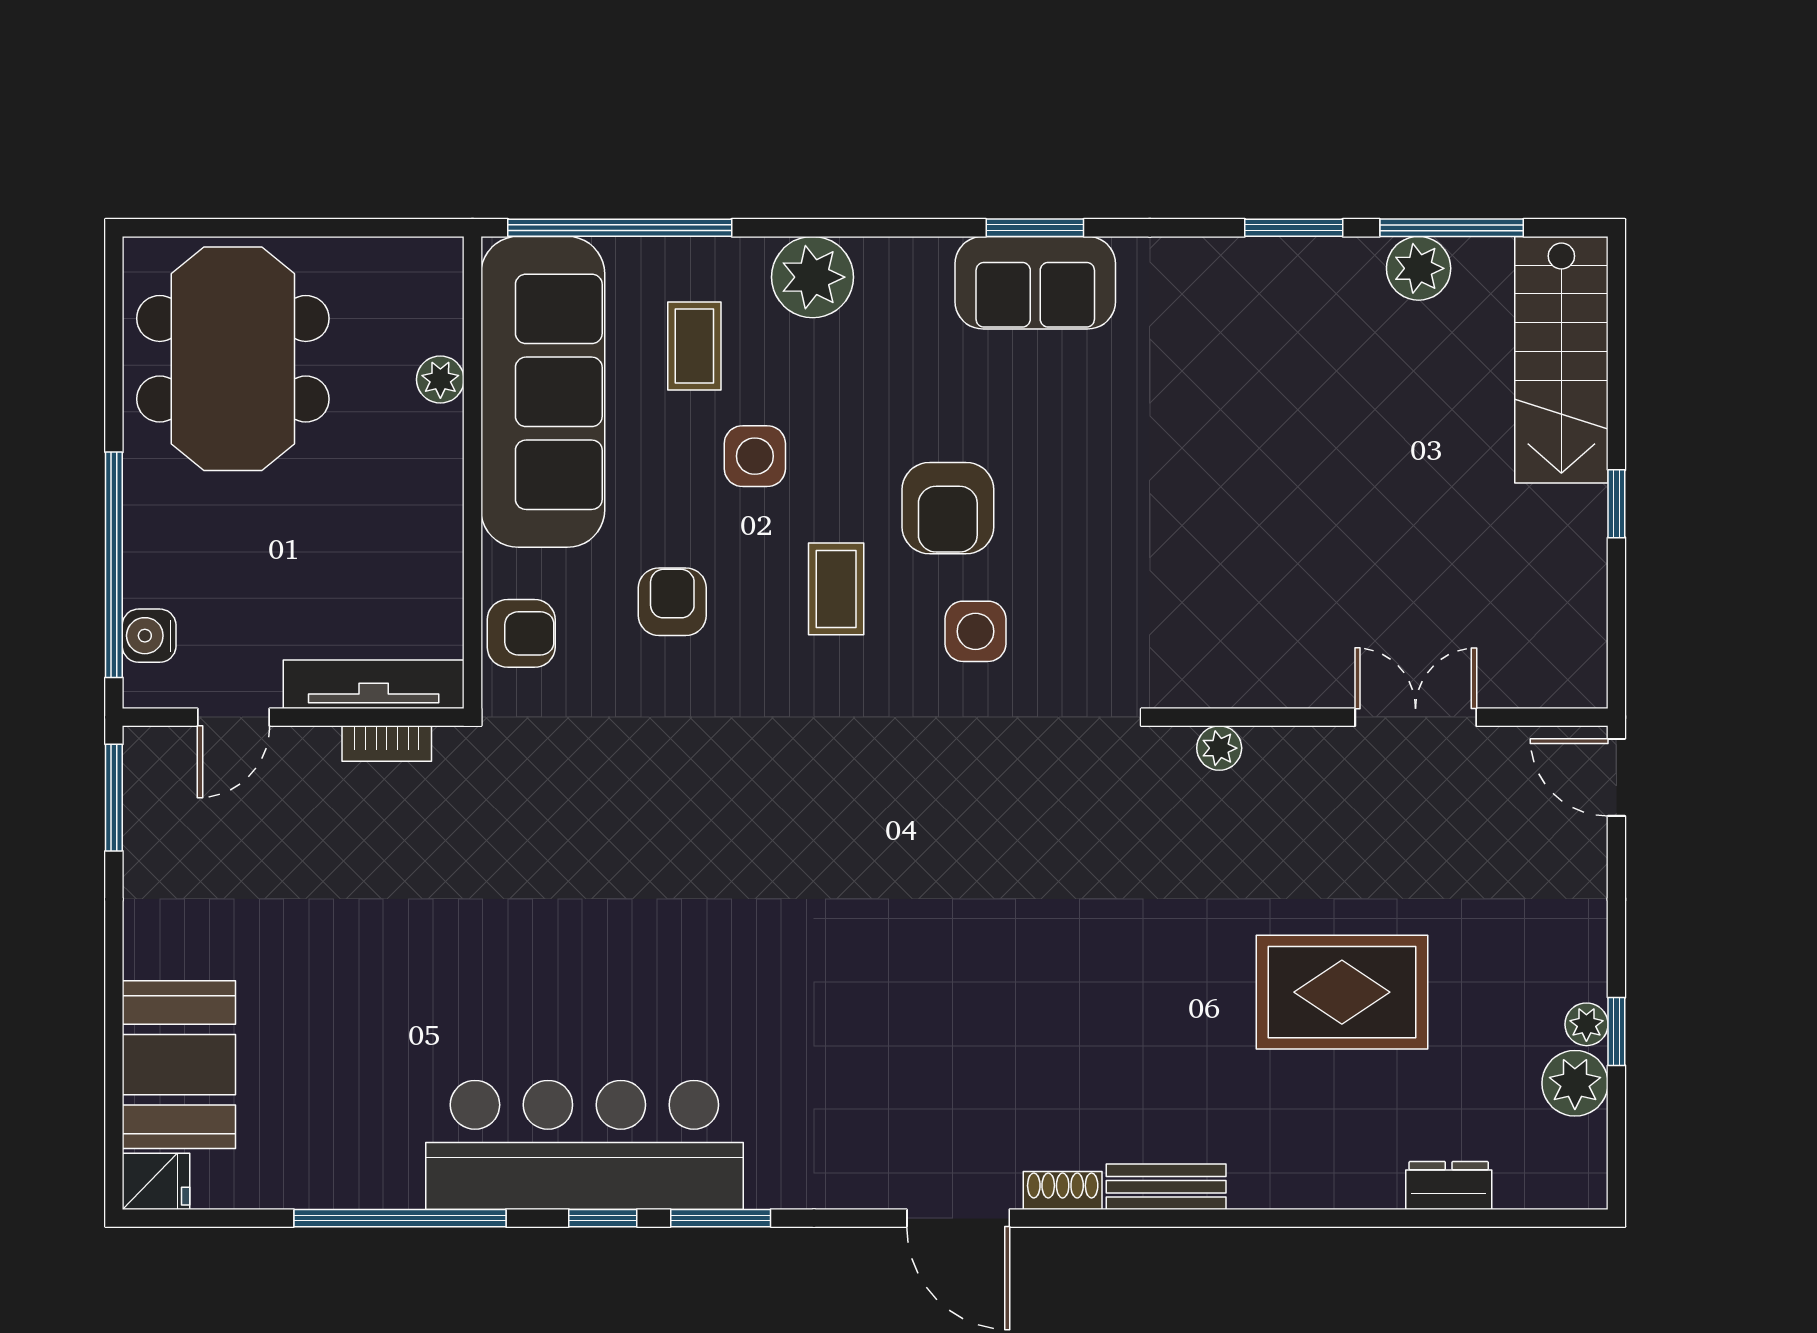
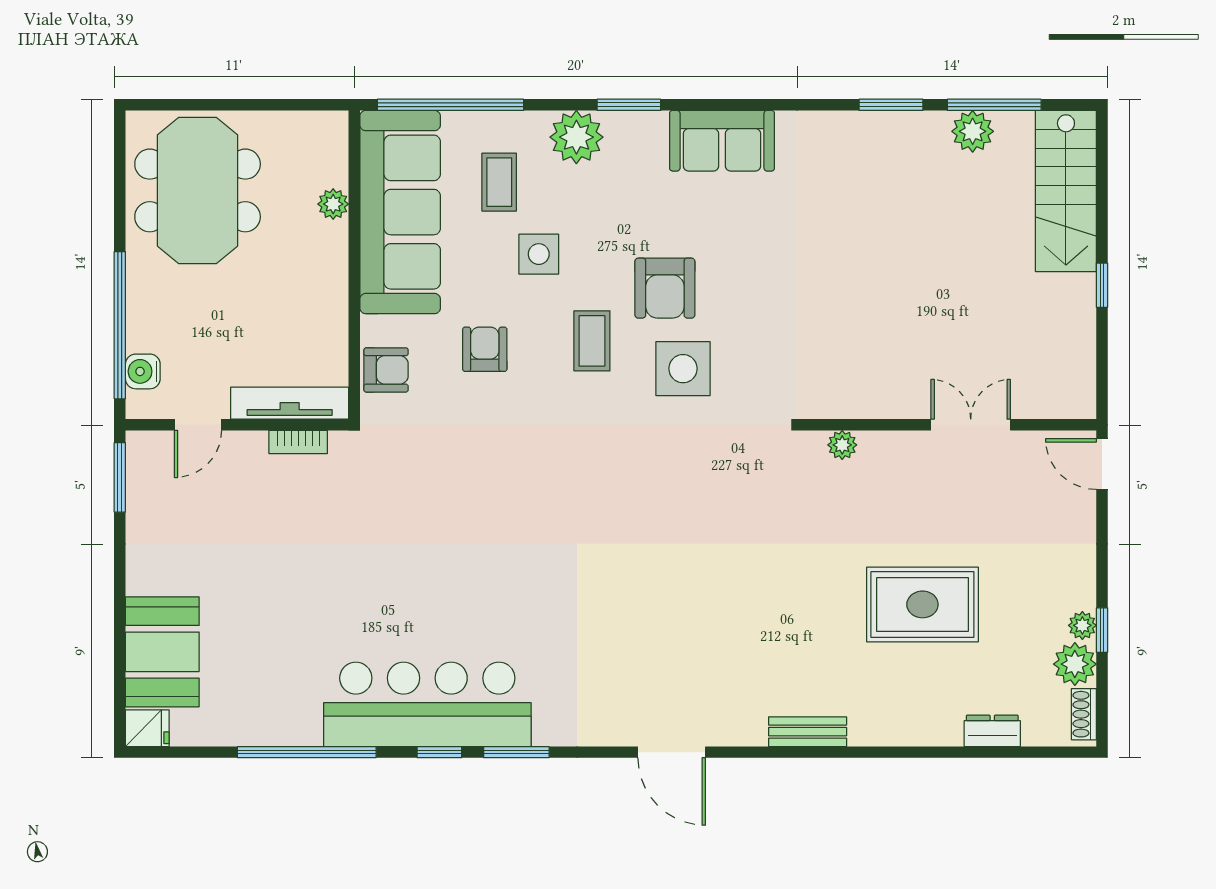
window: (1035, 228) -> (629, 105), moved
side table: (975, 631) -> (683, 369), width x1.37, depth x1.37
shoe rack: (1063, 1190) -> (1084, 714), moved, turned -90

